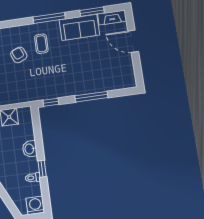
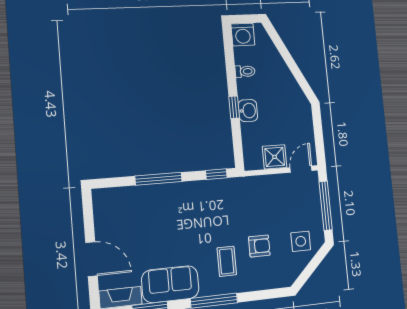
armchair: (19, 55) -> (259, 246), turned -67
window: (42, 169) -> (234, 107), moved

